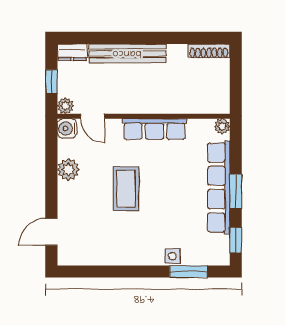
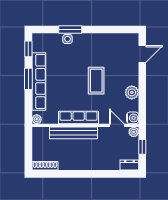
bench: (127, 53) -> (73, 133), moved
window: (188, 271) -> (70, 30), moved

